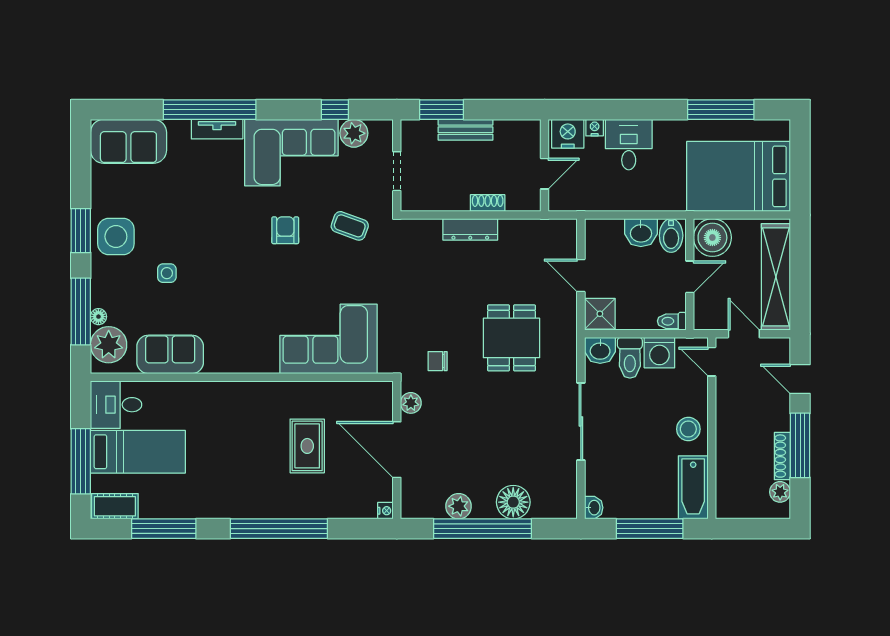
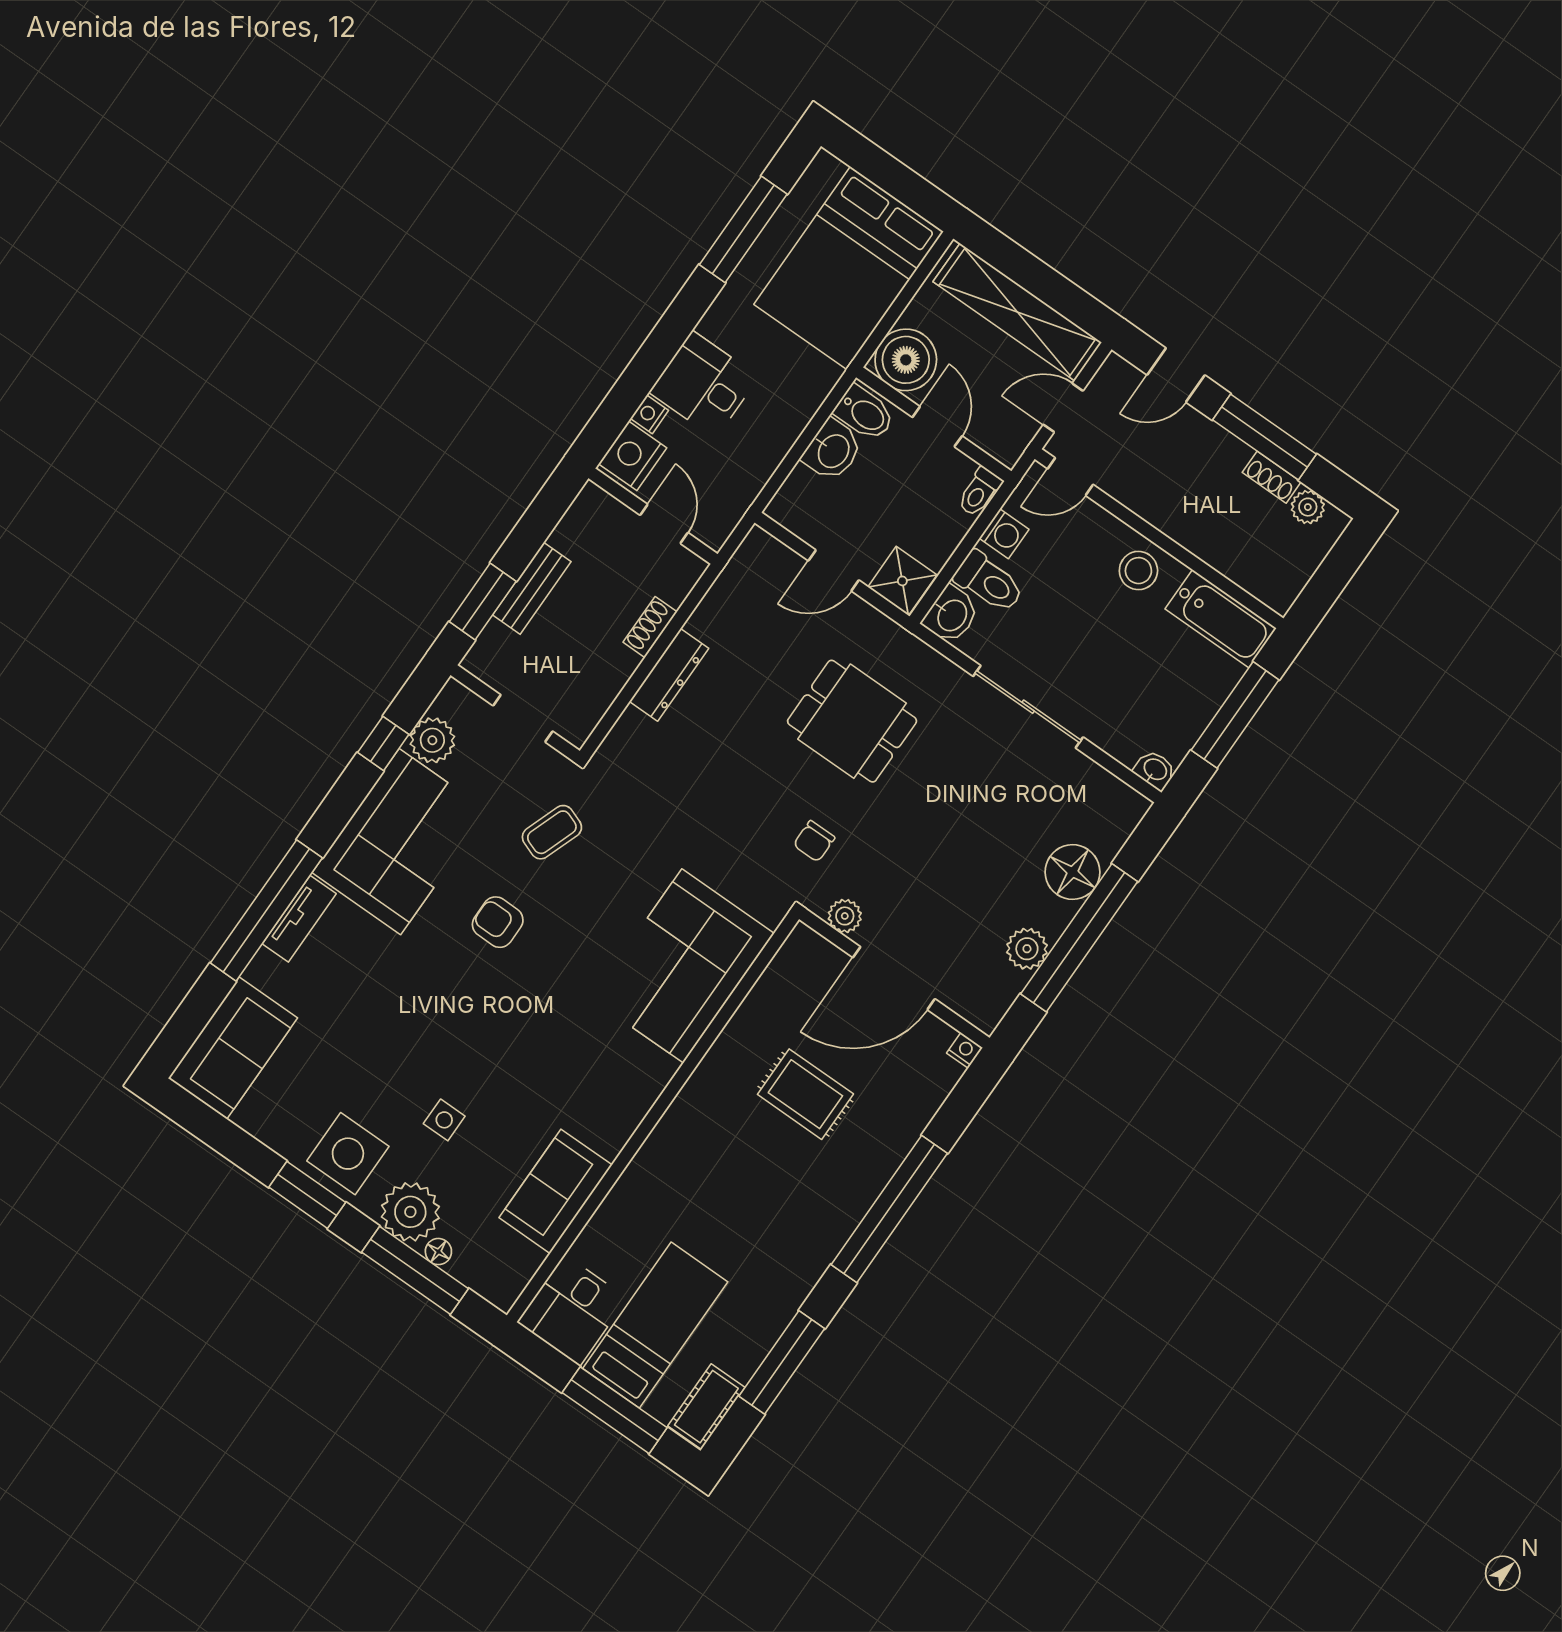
plant: (109, 345) -> (410, 1212), moved
washing machine: (659, 353) -> (1004, 534), width x0.73, depth x0.73
shoe rack: (782, 456) -> (1272, 477), width x0.70

